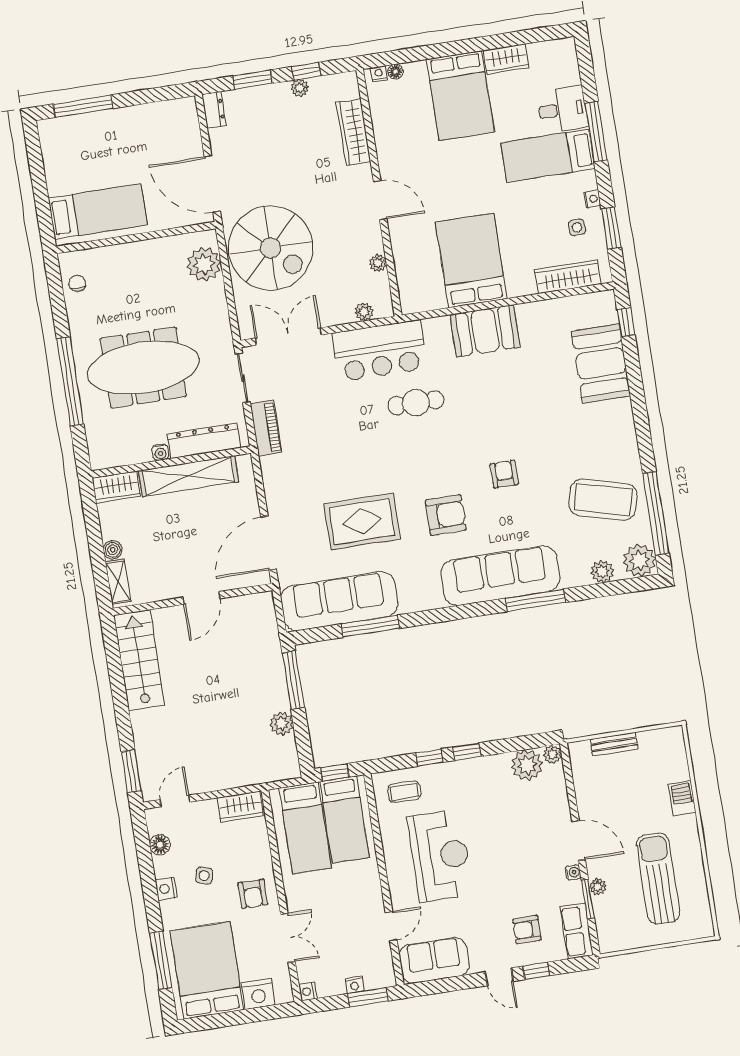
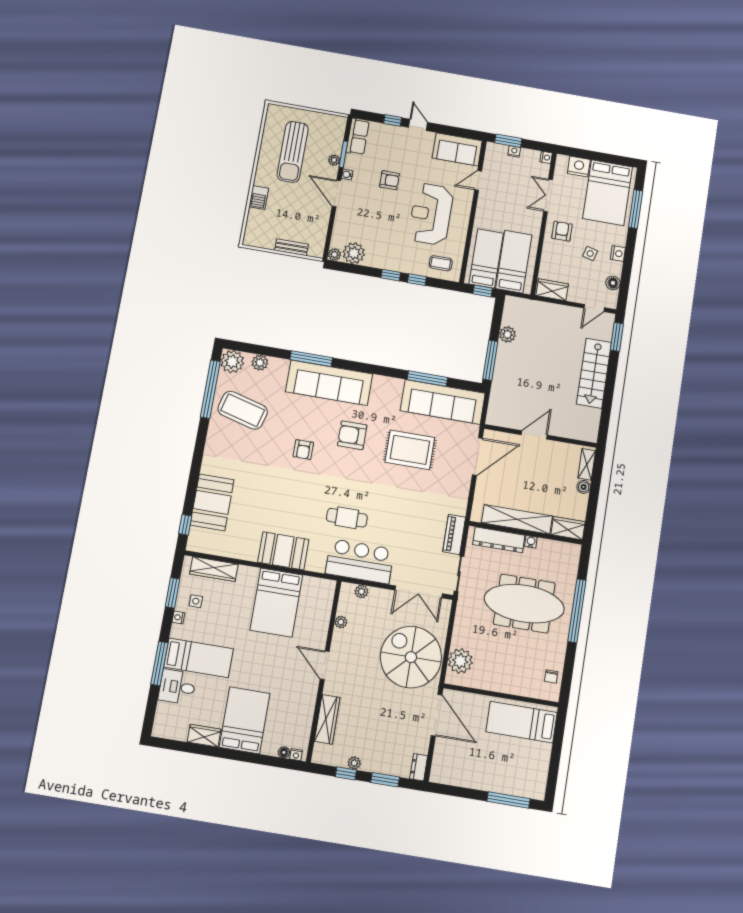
stairs: (139, 660) -> (594, 373), moved
armchair: (527, 930) -> (389, 180), moved

